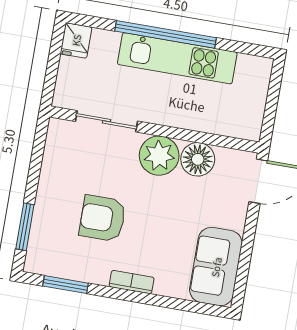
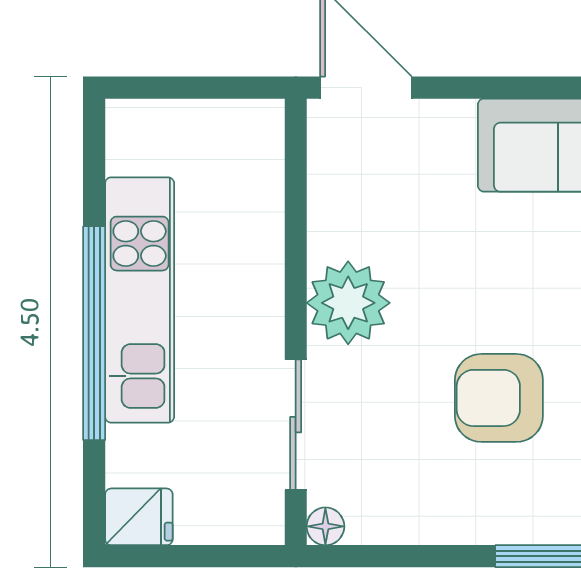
floor lamp: (198, 159) -> (325, 526), moved, width x0.53, depth x0.53
armchair: (102, 218) -> (499, 398), turned 90

